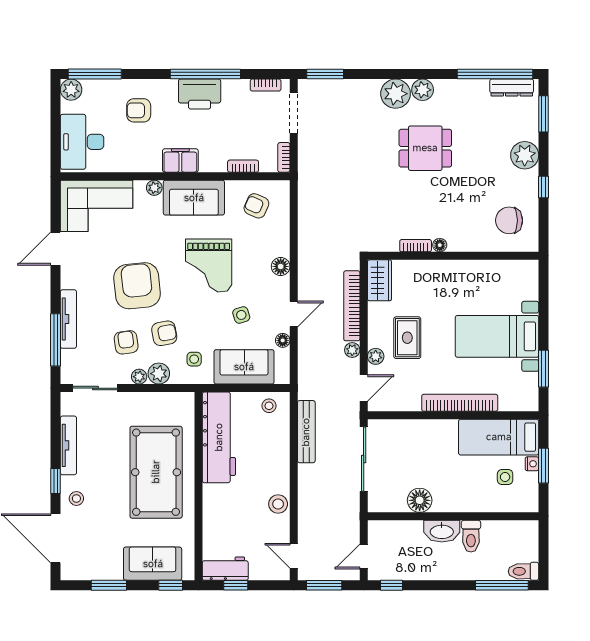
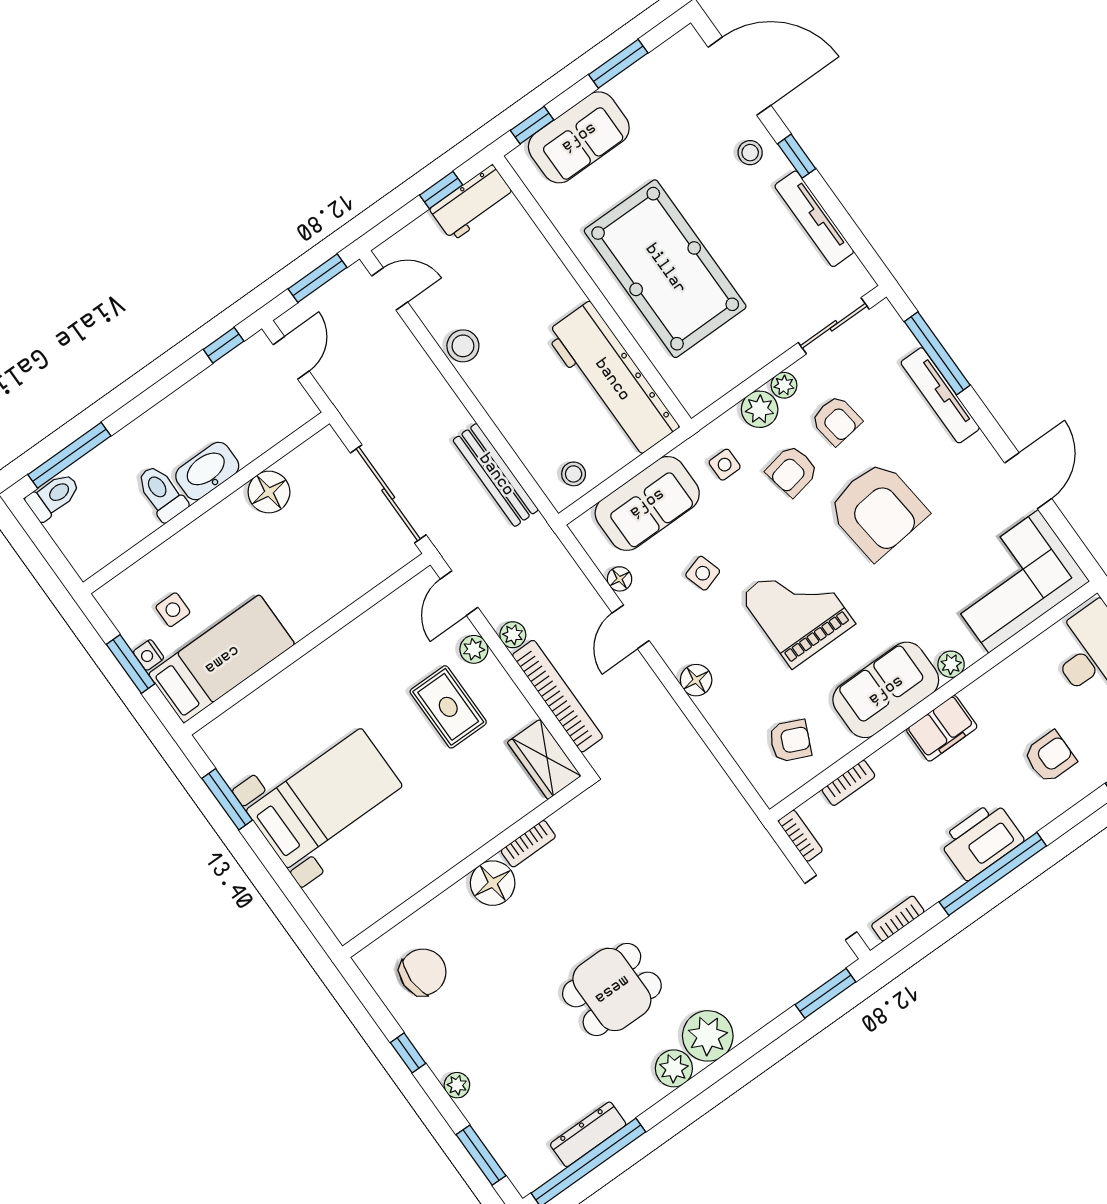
dresser: (512, 87) -> (588, 1134), moved
plant: (525, 155) -> (457, 1085), width x0.53, depth x0.53
floor lamp: (440, 245) -> (493, 883), width x1.89, depth x1.89
bookcase: (460, 403) -> (310, 668), removed

